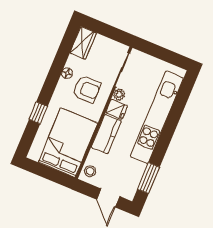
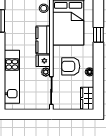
kitchen unit: (157, 117) -> (12, 77), width x0.73

